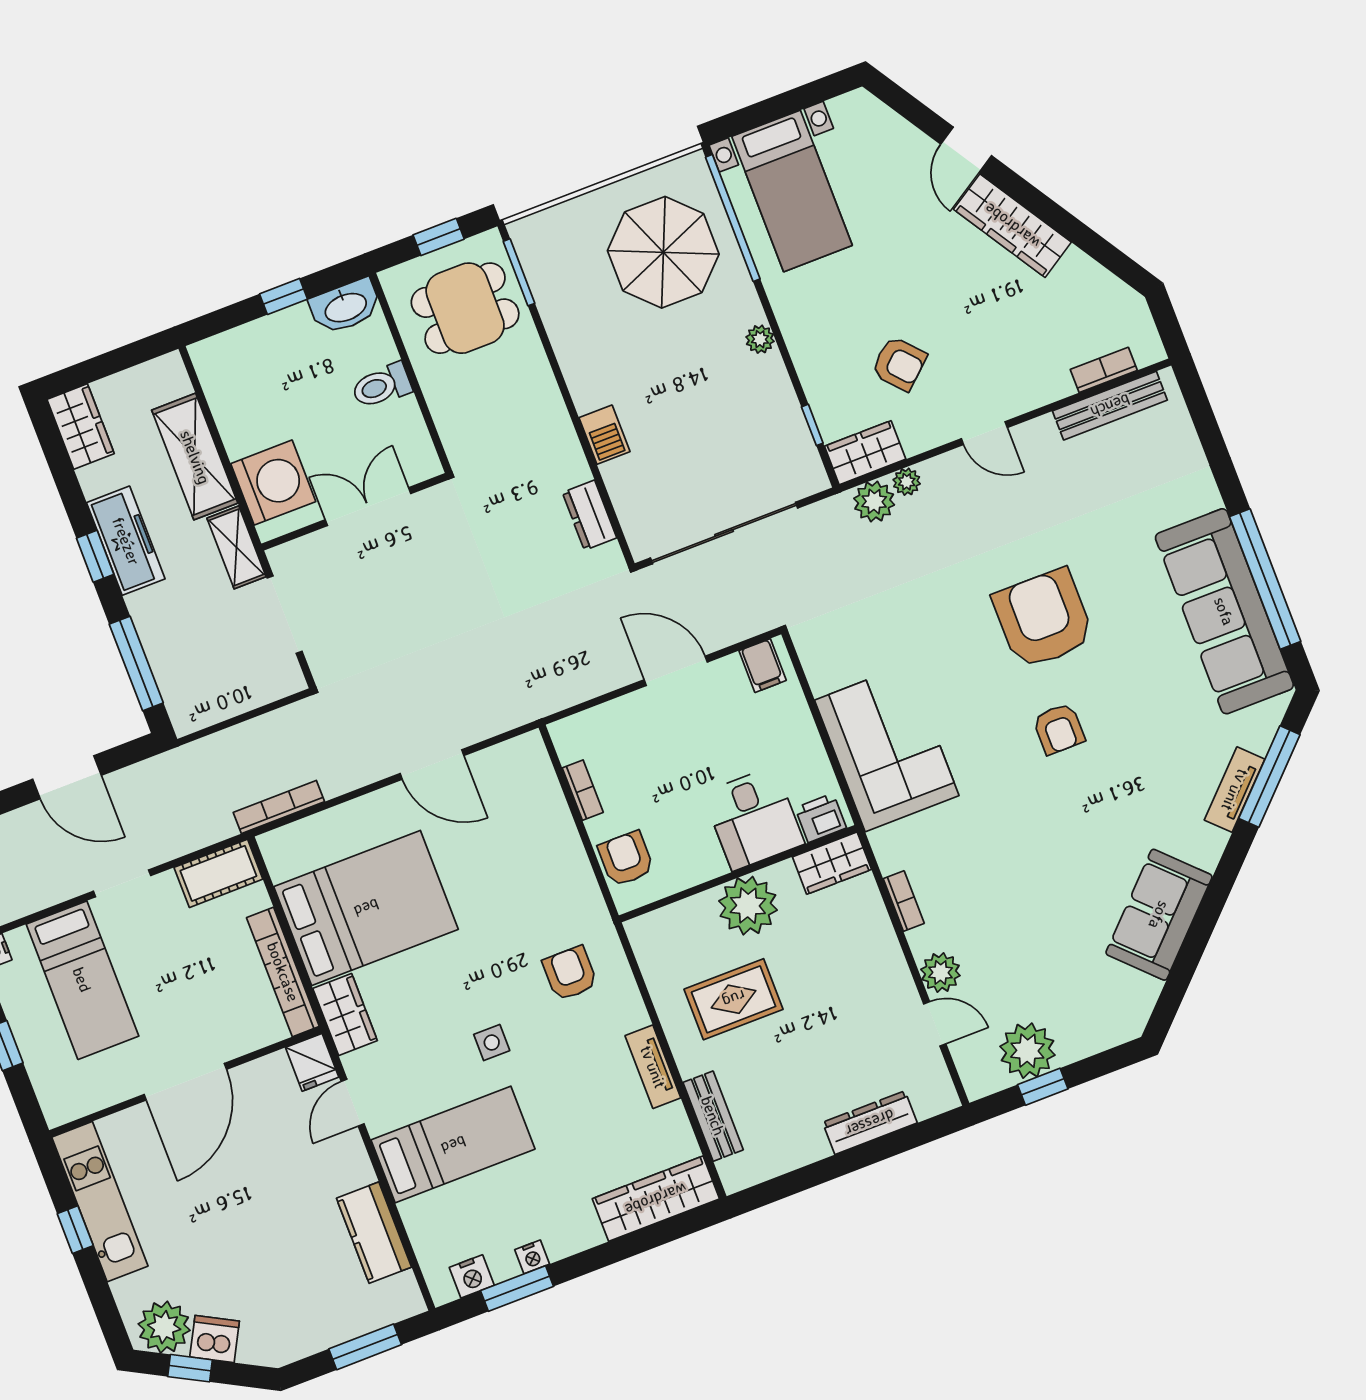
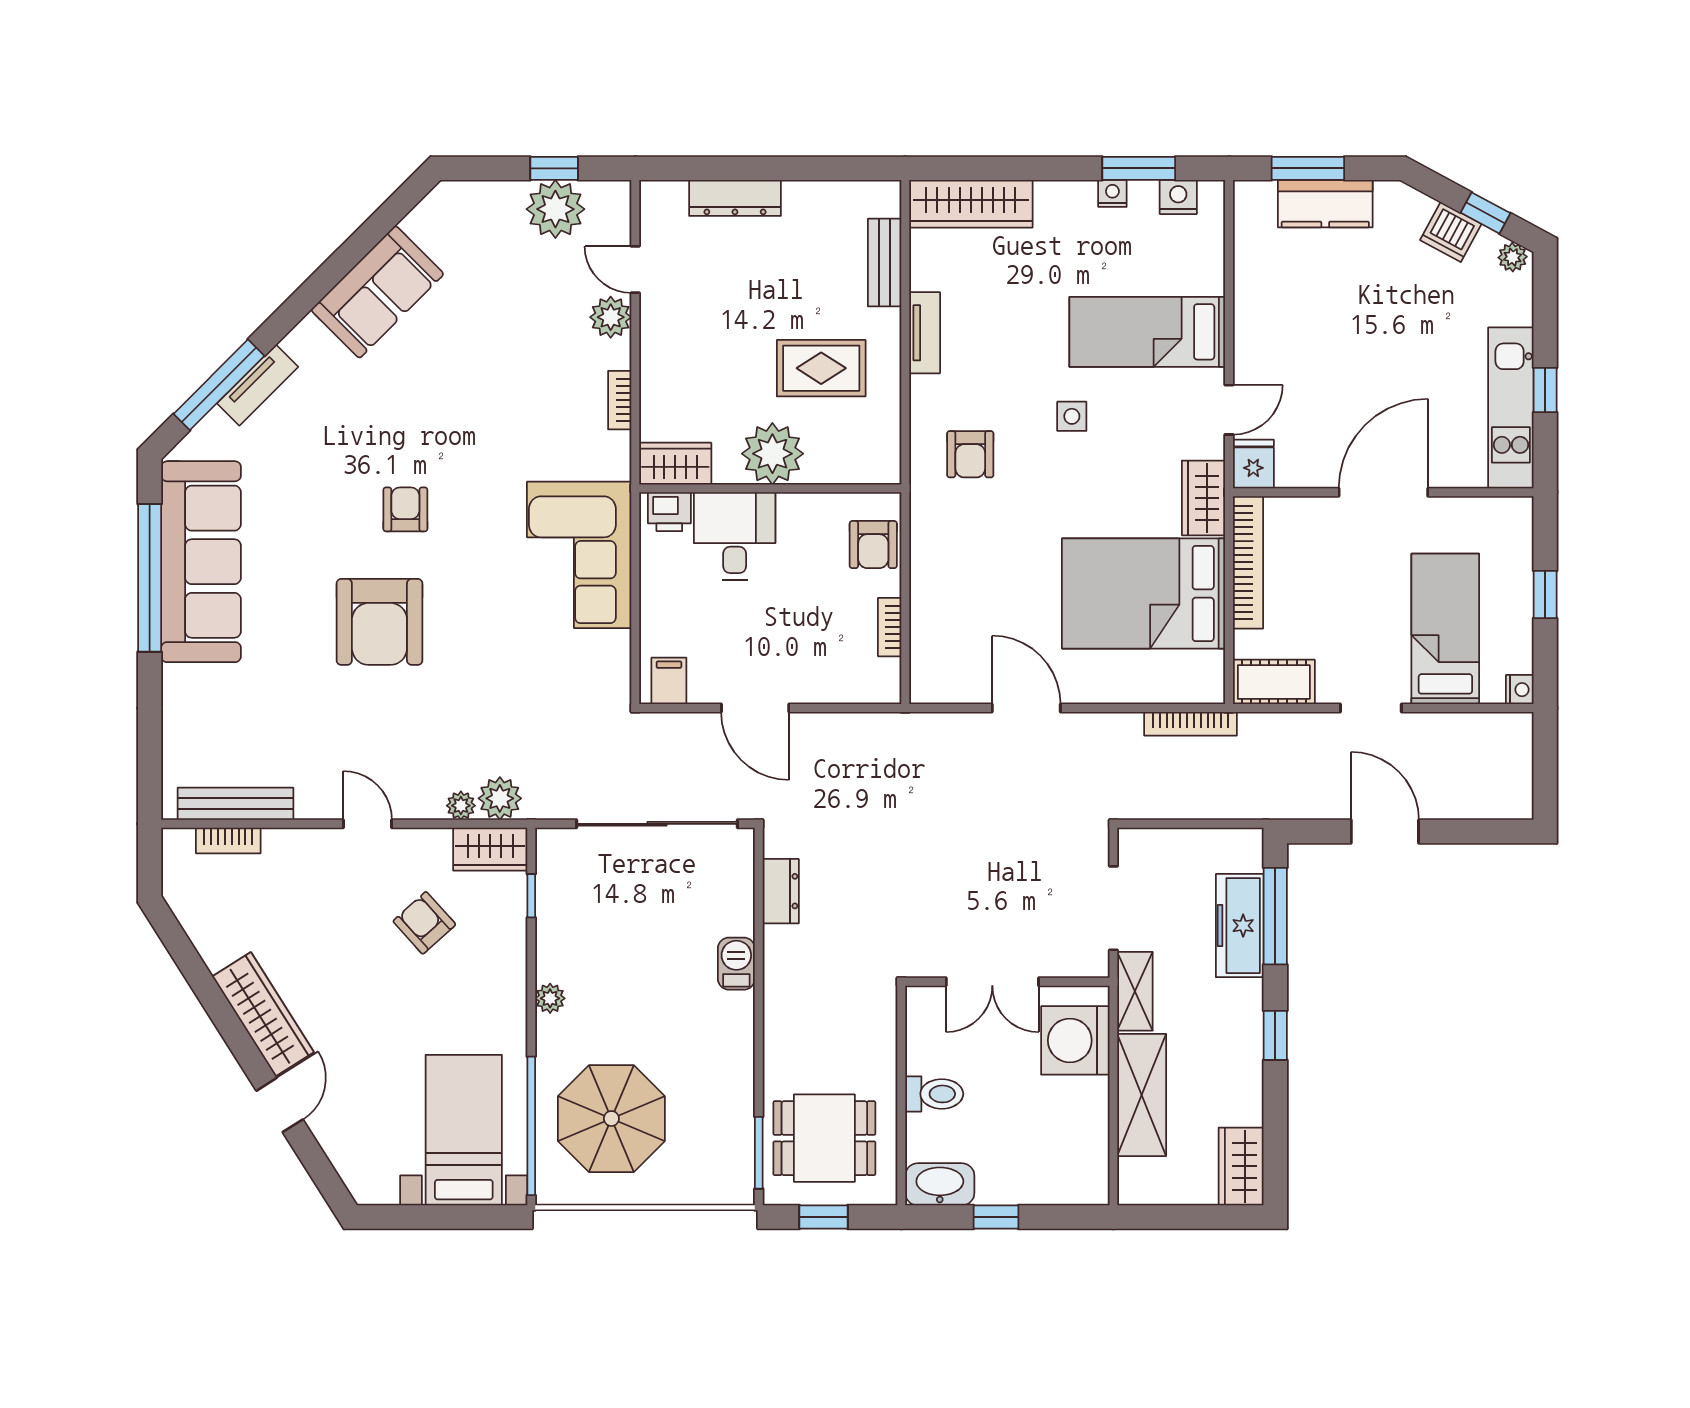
freezer: (126, 541) -> (1240, 926), moved
kitchen counter: (374, 1233) -> (1325, 204), moved, turned 90
plant: (164, 1327) -> (1513, 257), width x0.53, depth x0.53

